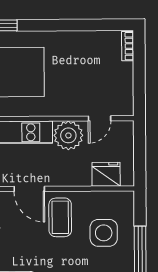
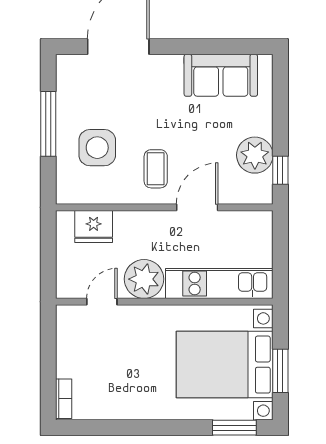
door: (29, 189) -> (197, 207), hinge flipped
coffee table: (60, 217) -> (156, 169), width x0.73, depth x0.77

